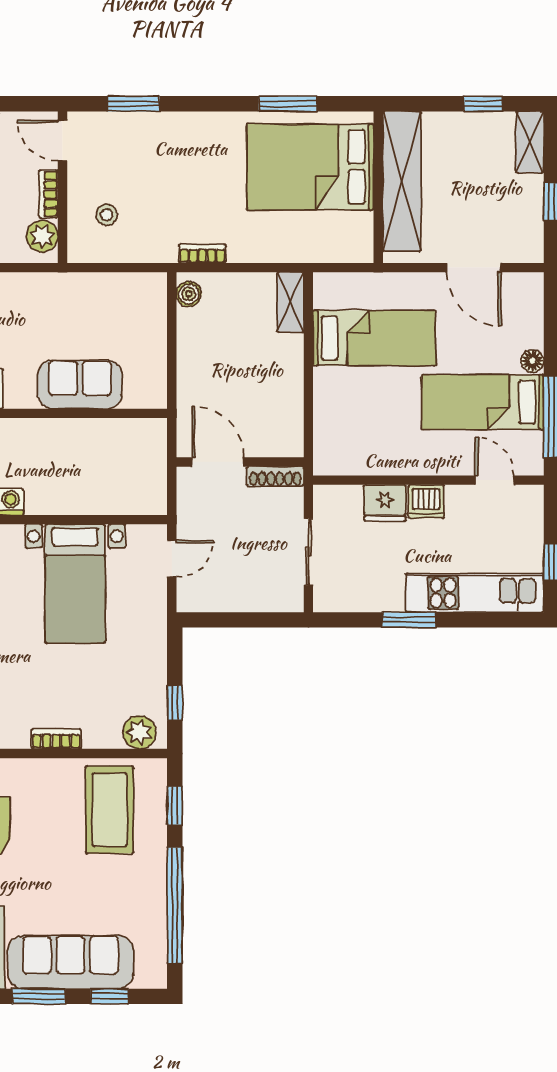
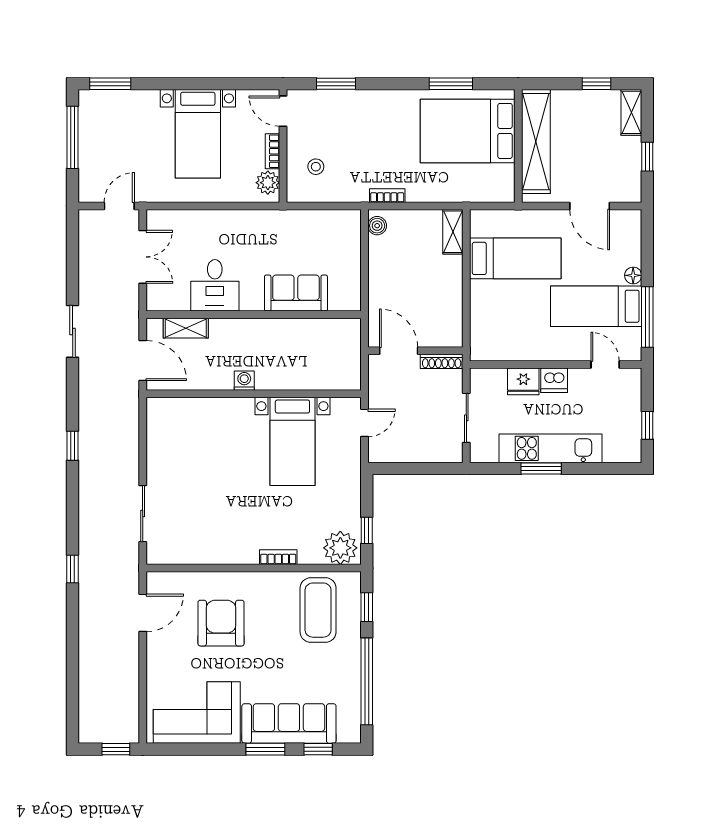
kitchen unit: (475, 593) -> (550, 448), moved
plant: (139, 732) -> (340, 548), width x1.36, depth x1.36

